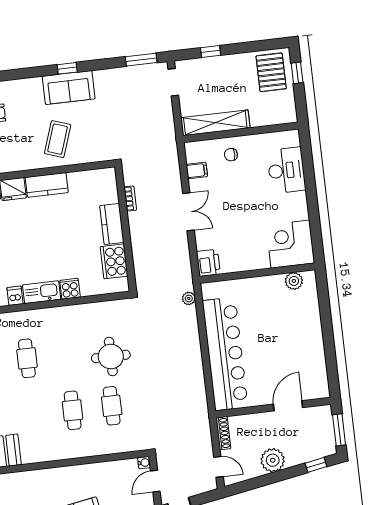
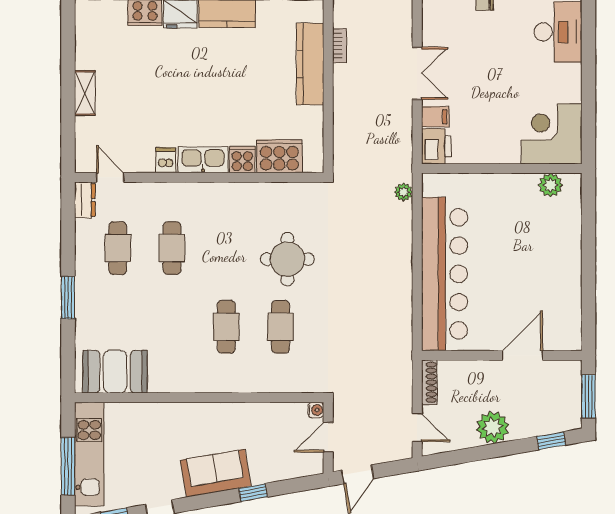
filing cabinet: (197, 170) -> (435, 117), moved
kitchen counter: (112, 224) -> (310, 64), width x1.50
cooker: (114, 261) -> (279, 156), moved, turned 90

